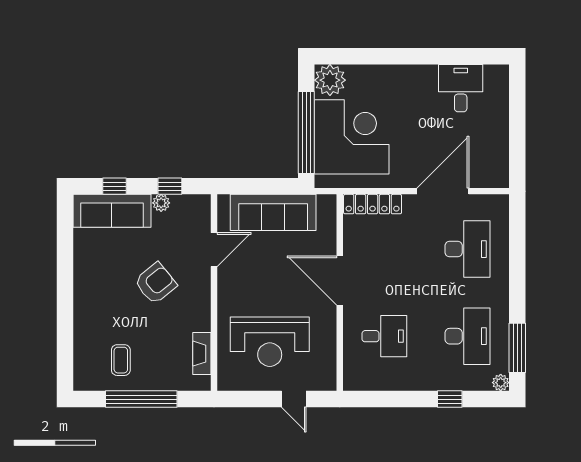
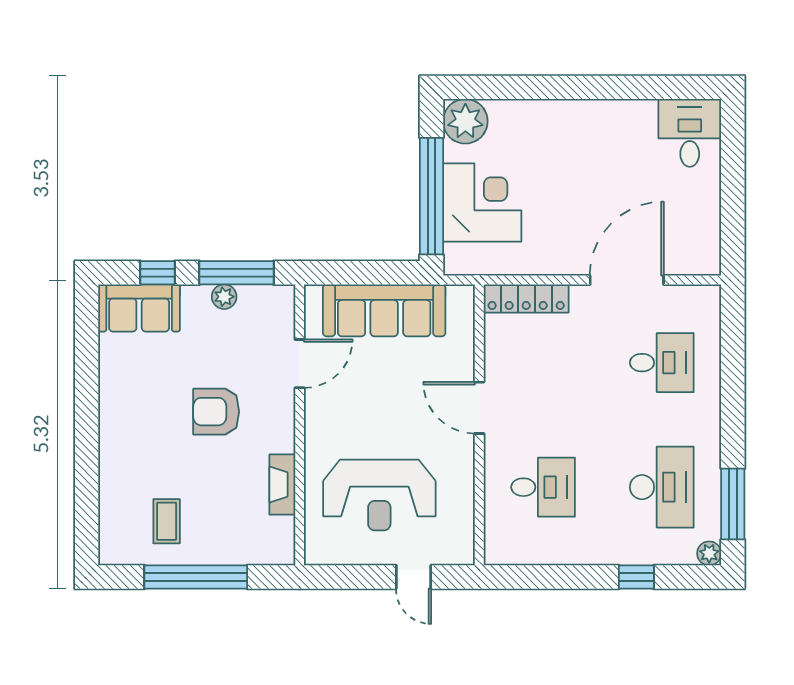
desk: (461, 88) -> (690, 133), moved
corner desk: (352, 137) -> (482, 202), width x0.74, depth x0.74
window: (170, 186) -> (237, 273), width x2.17
sofa: (112, 211) -> (139, 308), width x0.73
desk: (467, 249) -> (662, 363), width x0.73
door: (340, 281) -> (479, 408), width x0.73
armchair: (156, 283) -> (216, 412), turned -141
fireplace: (202, 354) -> (282, 485), moved

